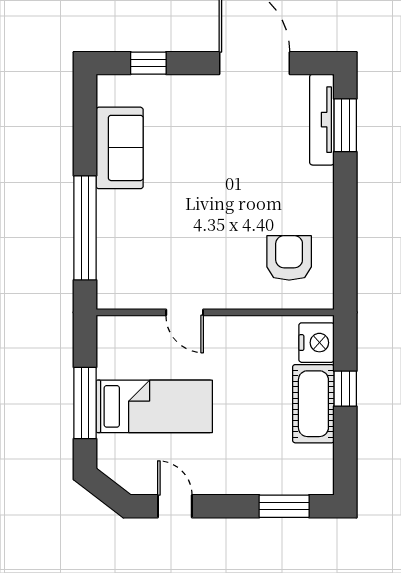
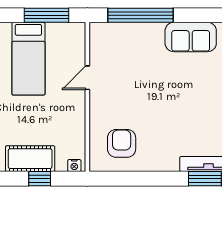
armchair: (289, 258) -> (122, 143), turned -90
nightstand: (317, 343) -> (74, 166), width x0.53, depth x0.56
window: (85, 403) -> (47, 15), moved

